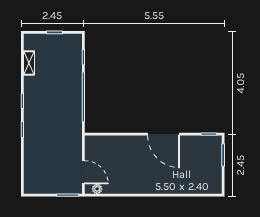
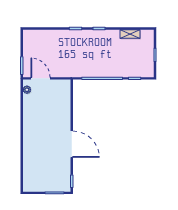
door: (164, 134) -> (72, 144), swing flipped
door: (83, 172) -> (41, 78), swing flipped

